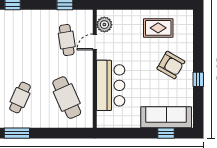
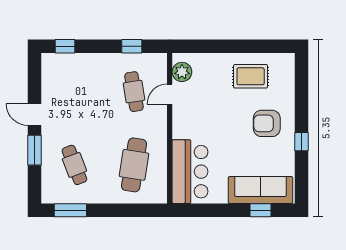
armchair: (171, 65) -> (267, 123), turned 150
bar counter: (111, 85) -> (190, 172), moved
cafe table: (20, 98) -> (74, 165), turned -45
cafe table: (67, 98) -> (134, 165), turned 33

